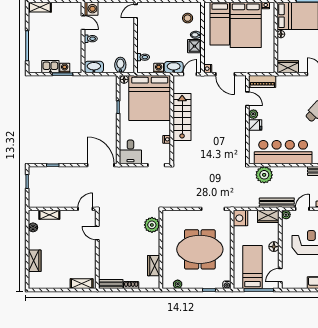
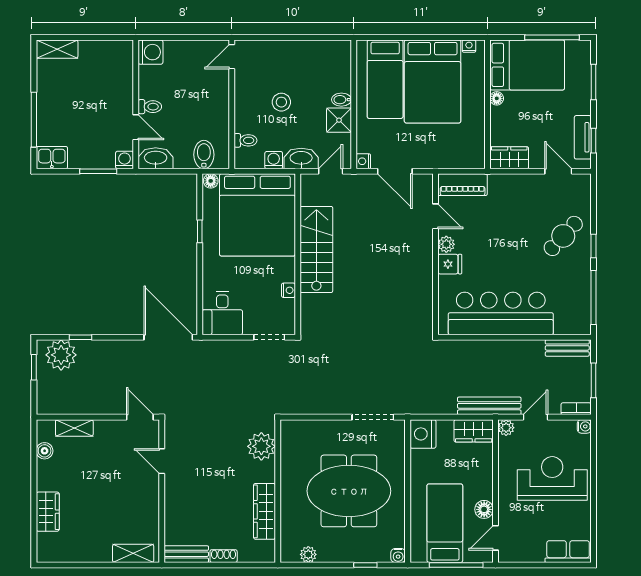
stool: (188, 18) -> (281, 102), moved
door: (83, 23) -> (136, 127), moved
kitchen sink: (50, 67) -> (52, 158), moved
washing machine: (65, 68) -> (125, 160), moved
plant: (264, 175) -> (61, 355), moved
door: (85, 209) -> (140, 417), hinge flipped
floor lamp: (274, 247) -> (484, 509), moved
wardrobe: (154, 266) -> (264, 511), width x1.50

